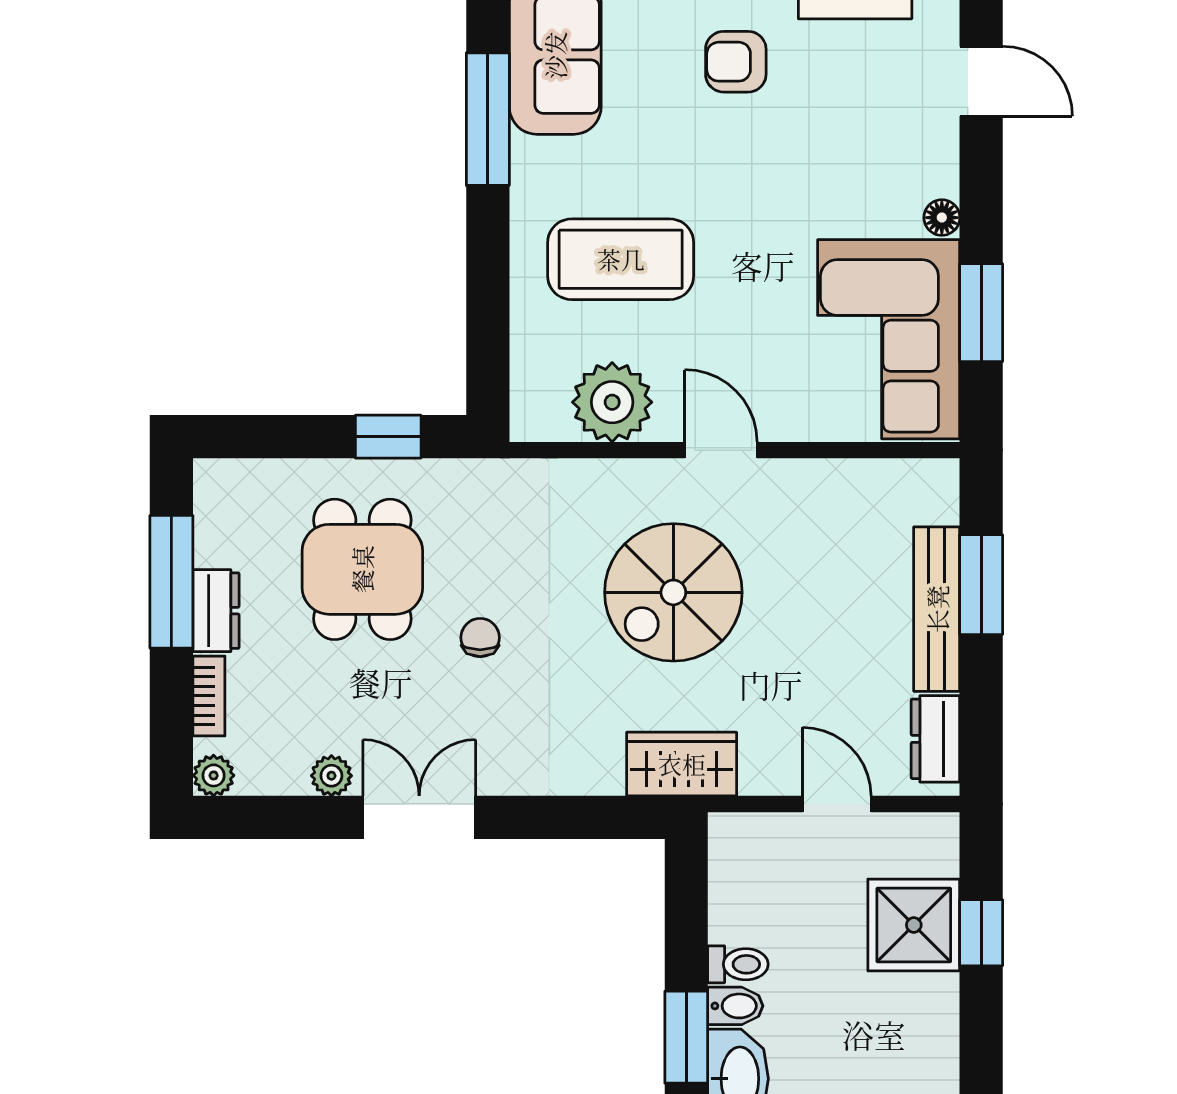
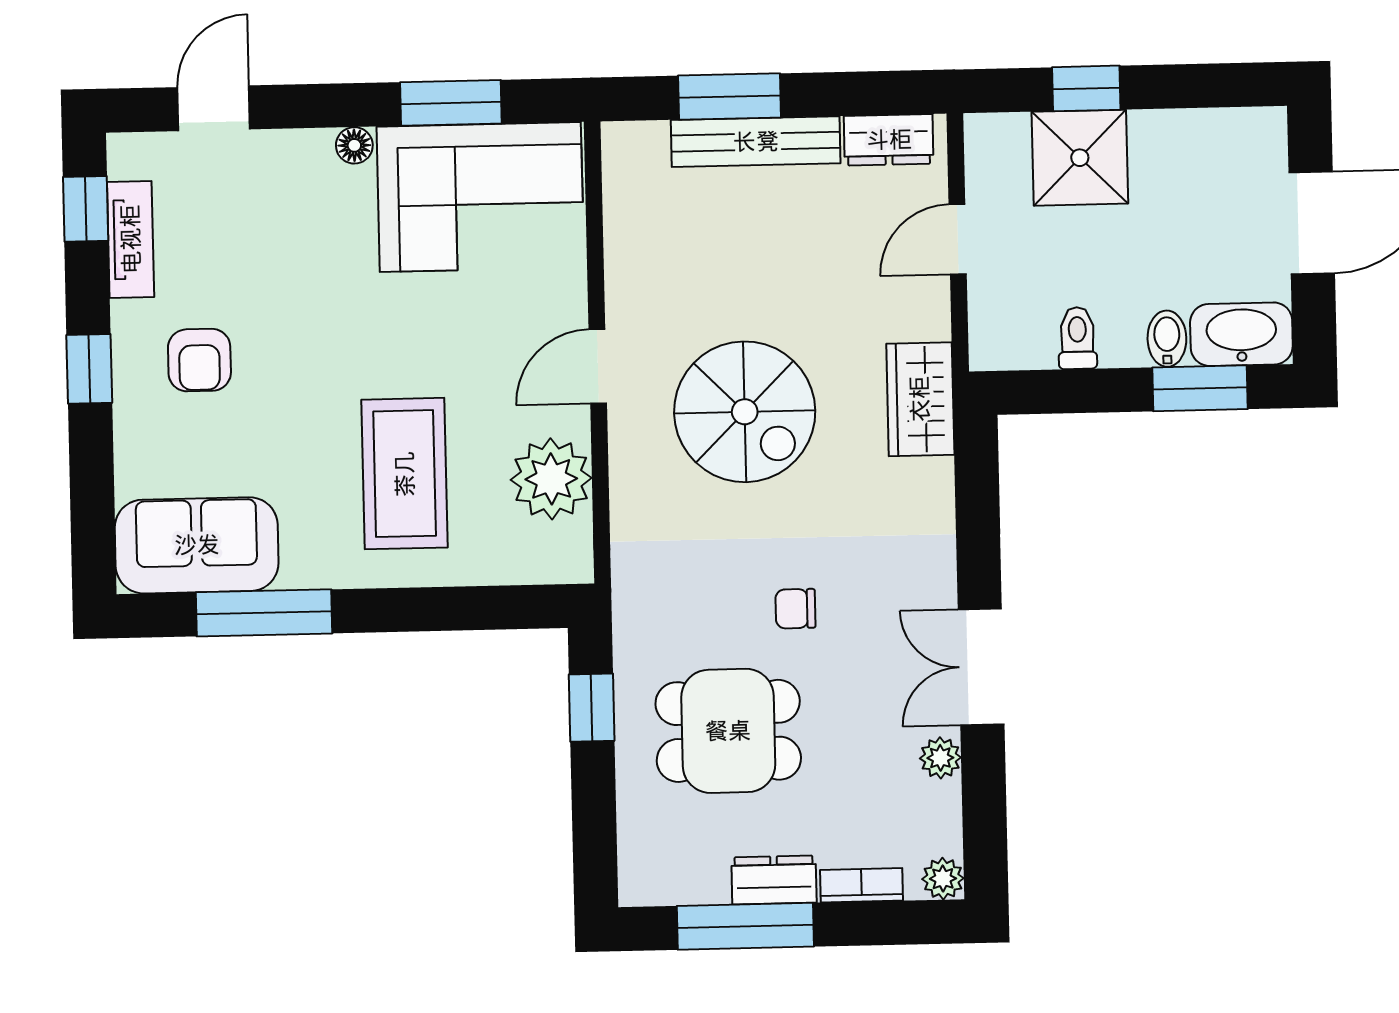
toilet: (738, 964) -> (1077, 338), moved

